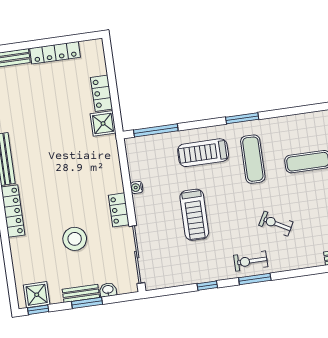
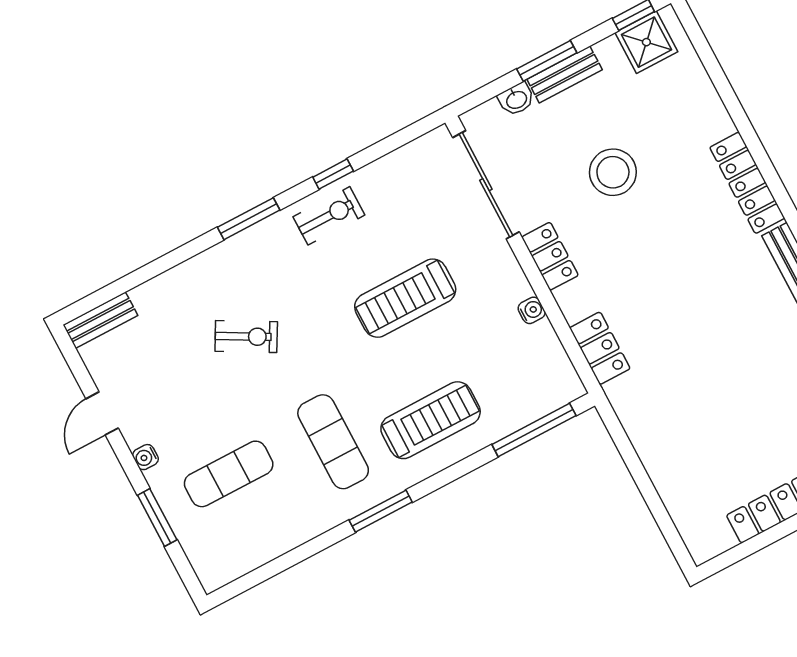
locker: (102, 93) -> (600, 348), moved
shower: (103, 123) -> (638, 407), removed
treadmill: (194, 215) -> (405, 298), turned -90
exercise bike: (251, 261) -> (329, 216), moved

